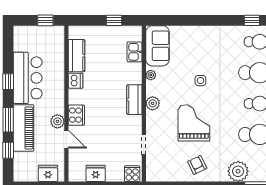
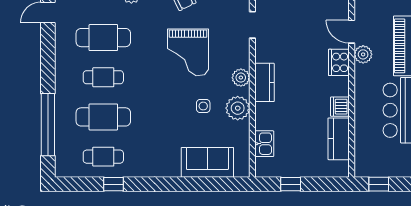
sofa: (157, 46) -> (207, 162), moved, turned 90
plant: (151, 75) -> (238, 108), width x1.88, depth x1.88
side table: (200, 81) -> (203, 106), moved

